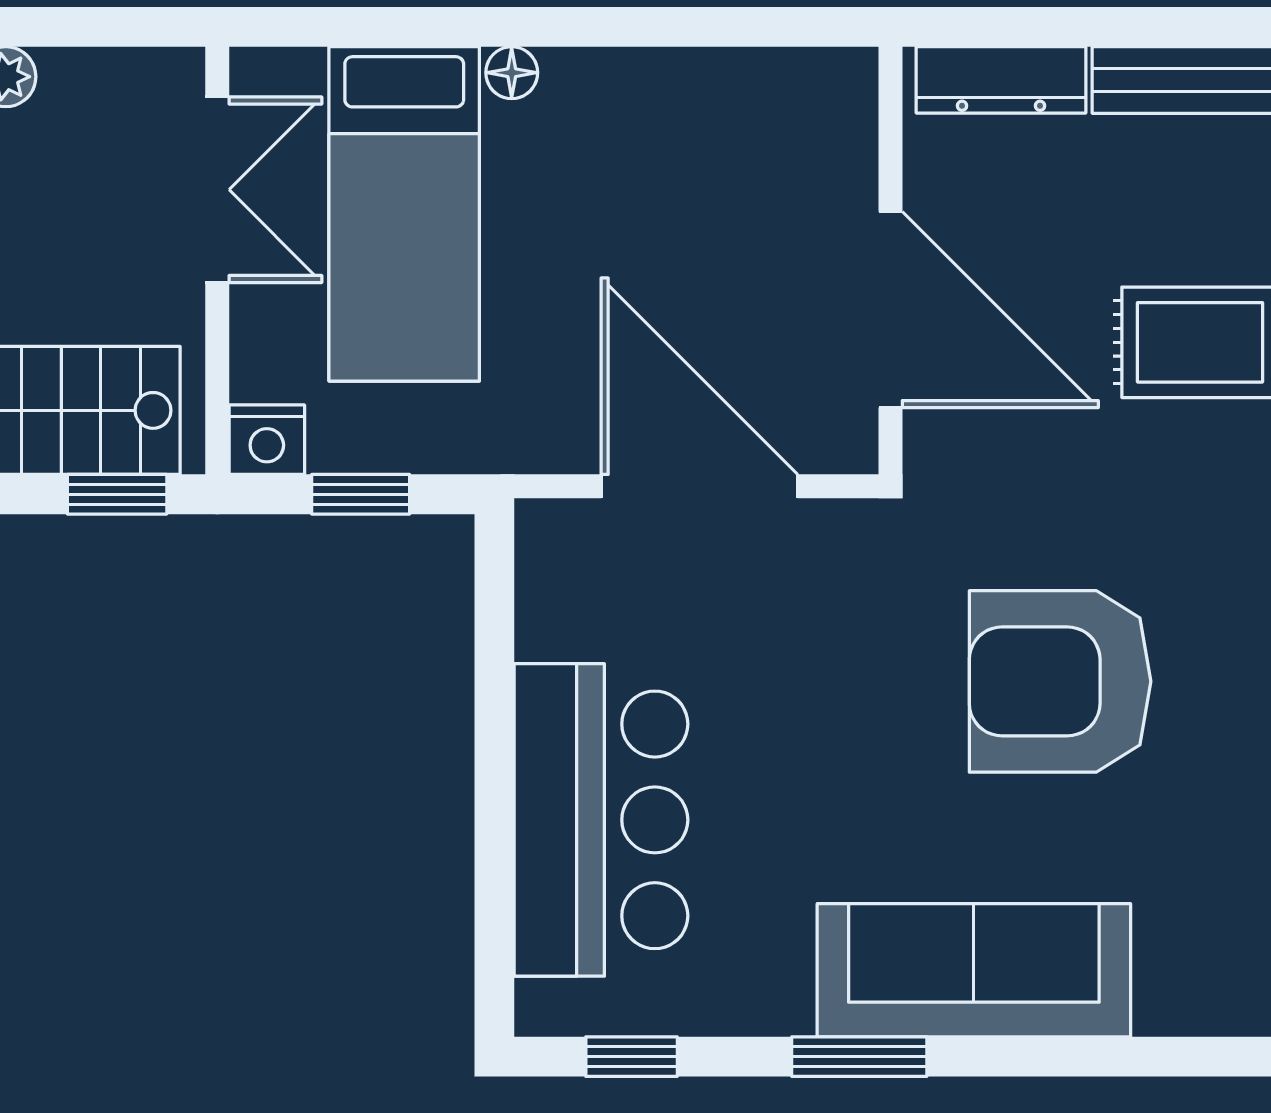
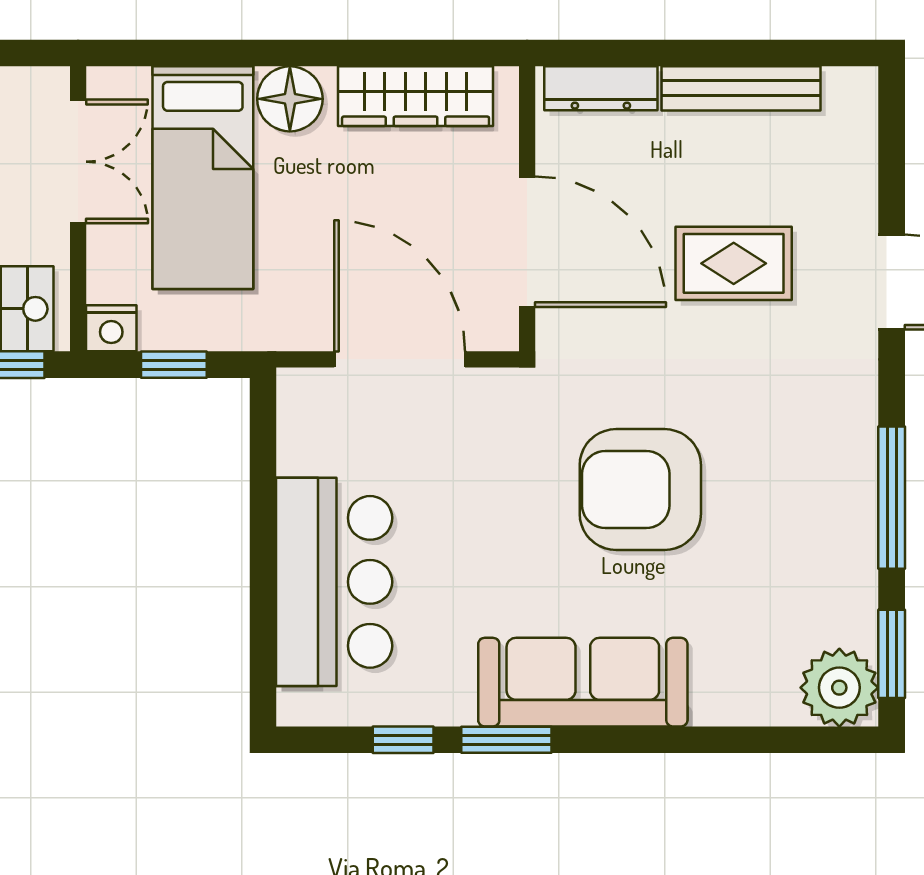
floor lamp: (512, 73) -> (290, 99), width x1.89, depth x1.89
wardrobe: (723, 92) -> (416, 96), added
window: (632, 1057) -> (403, 740), moved

